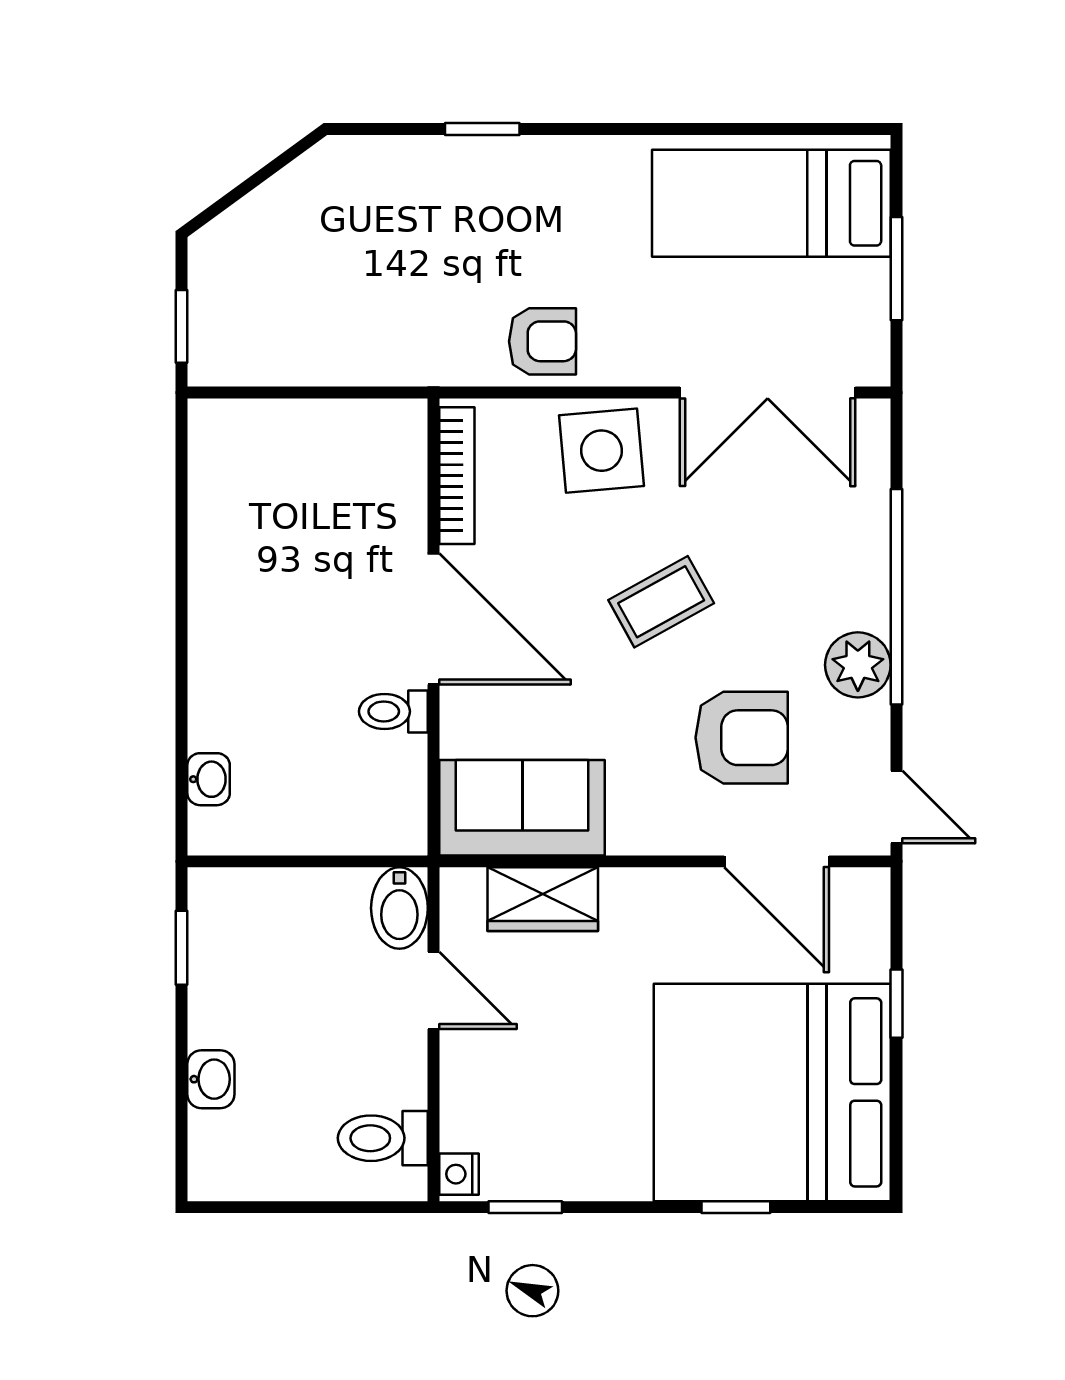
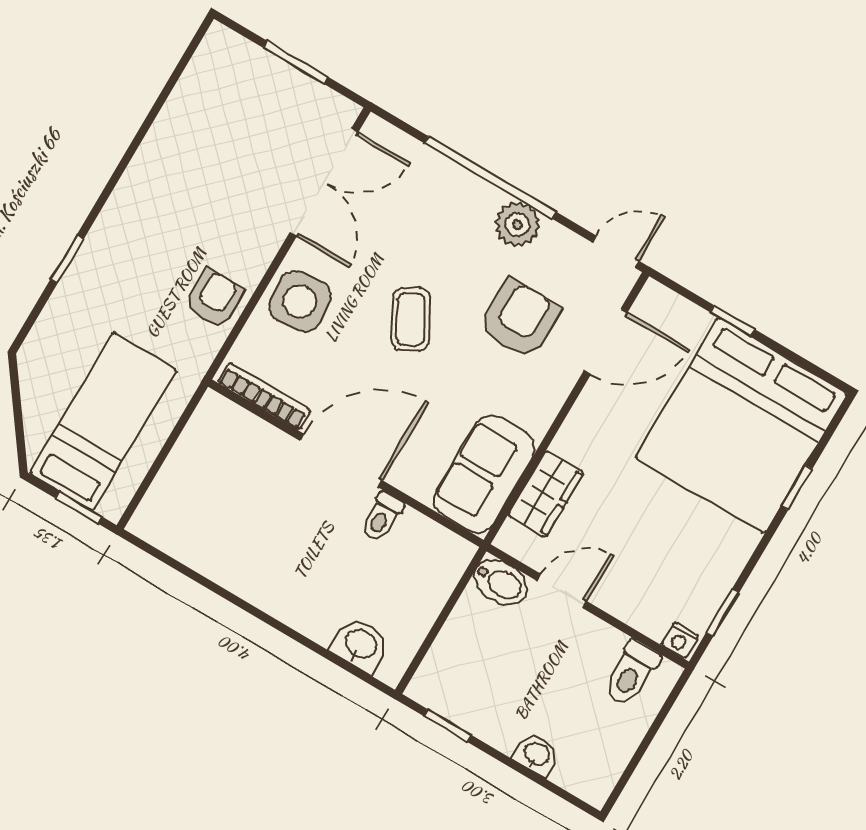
bed: (771, 203) -> (103, 422), moved, turned 180
washbasin: (209, 779) -> (360, 645), width x1.38, depth x1.45

